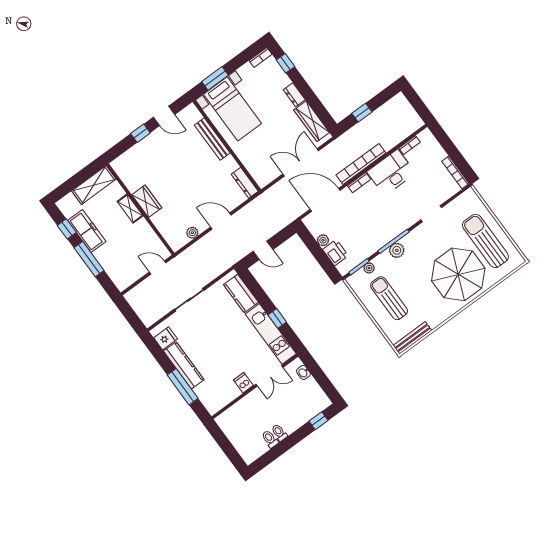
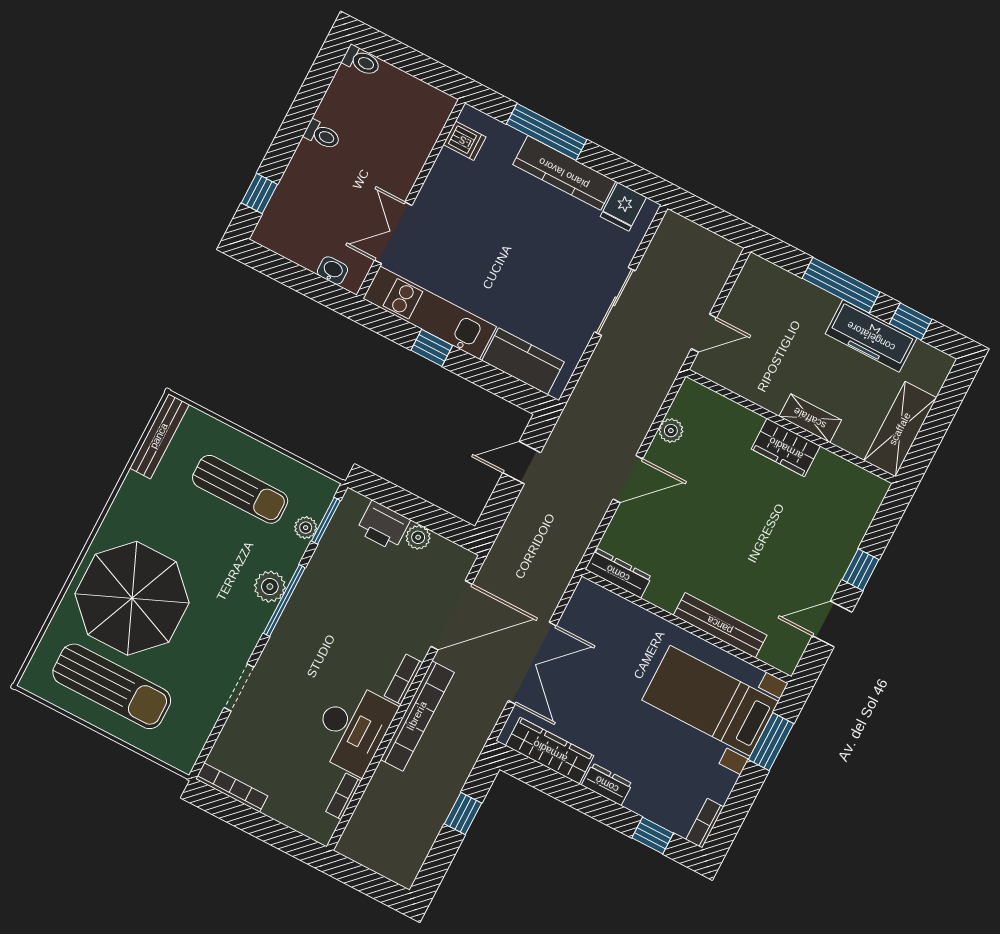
dishwasher: (243, 383) -> (465, 141), moved
toilet: (270, 439) -> (362, 61), moved

